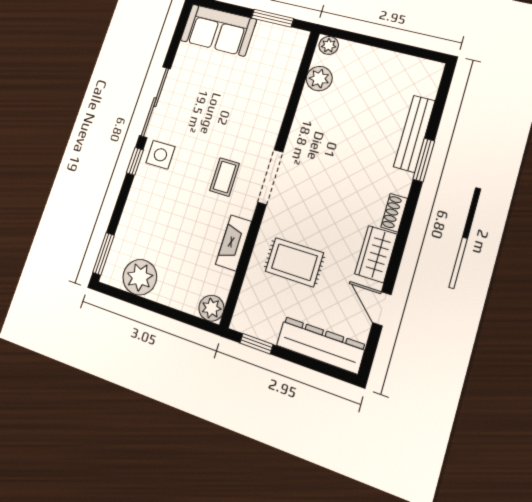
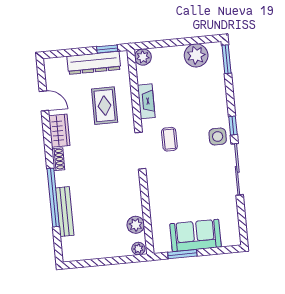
sofa: (218, 30) -> (195, 235), moved
window: (424, 160) -> (53, 198), width x2.11
rug: (294, 262) -> (105, 106), turned 90
dresser: (321, 345) -> (94, 63), moved

